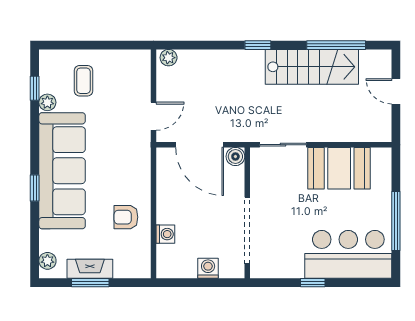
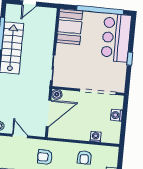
door: (154, 116) -> (20, 136), moved
armchair: (120, 146) -> (45, 157), added
booth: (339, 168) -> (70, 27), moved
window: (396, 221) -> (100, 10), width x1.46

